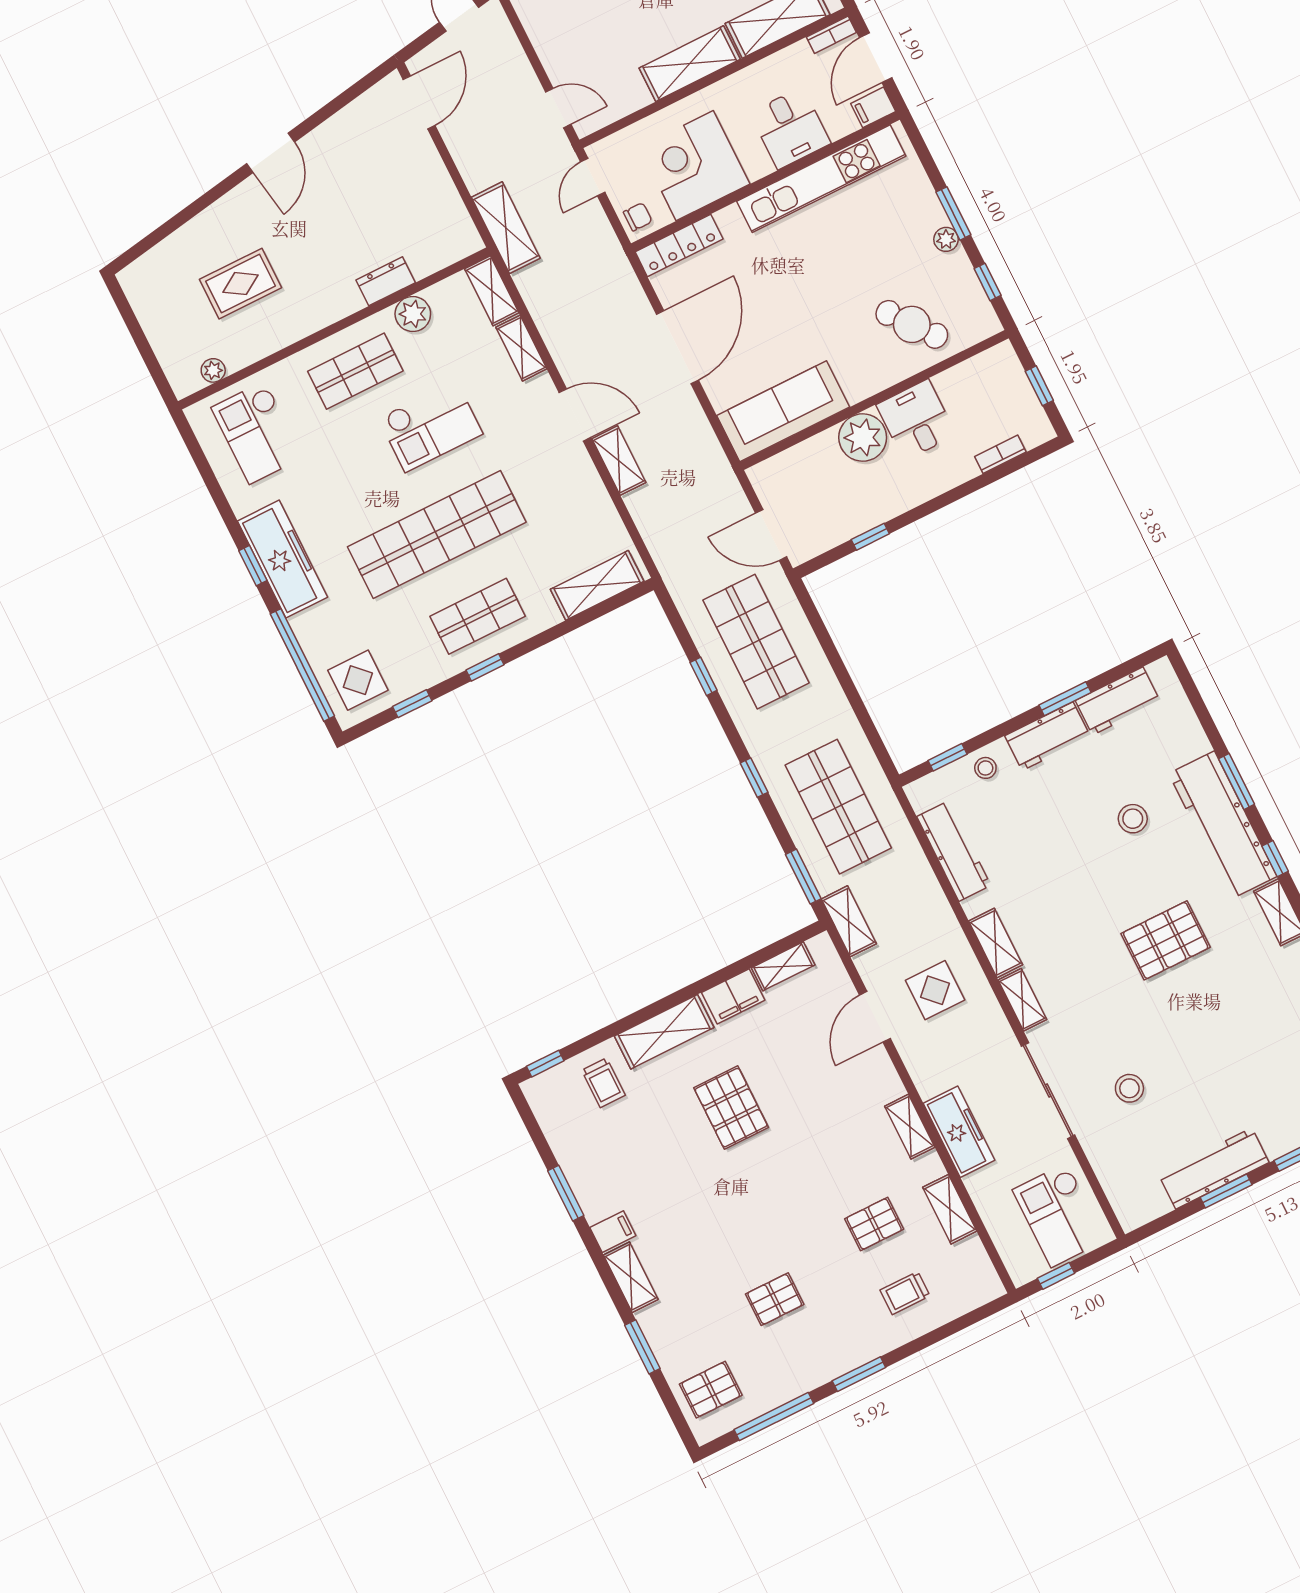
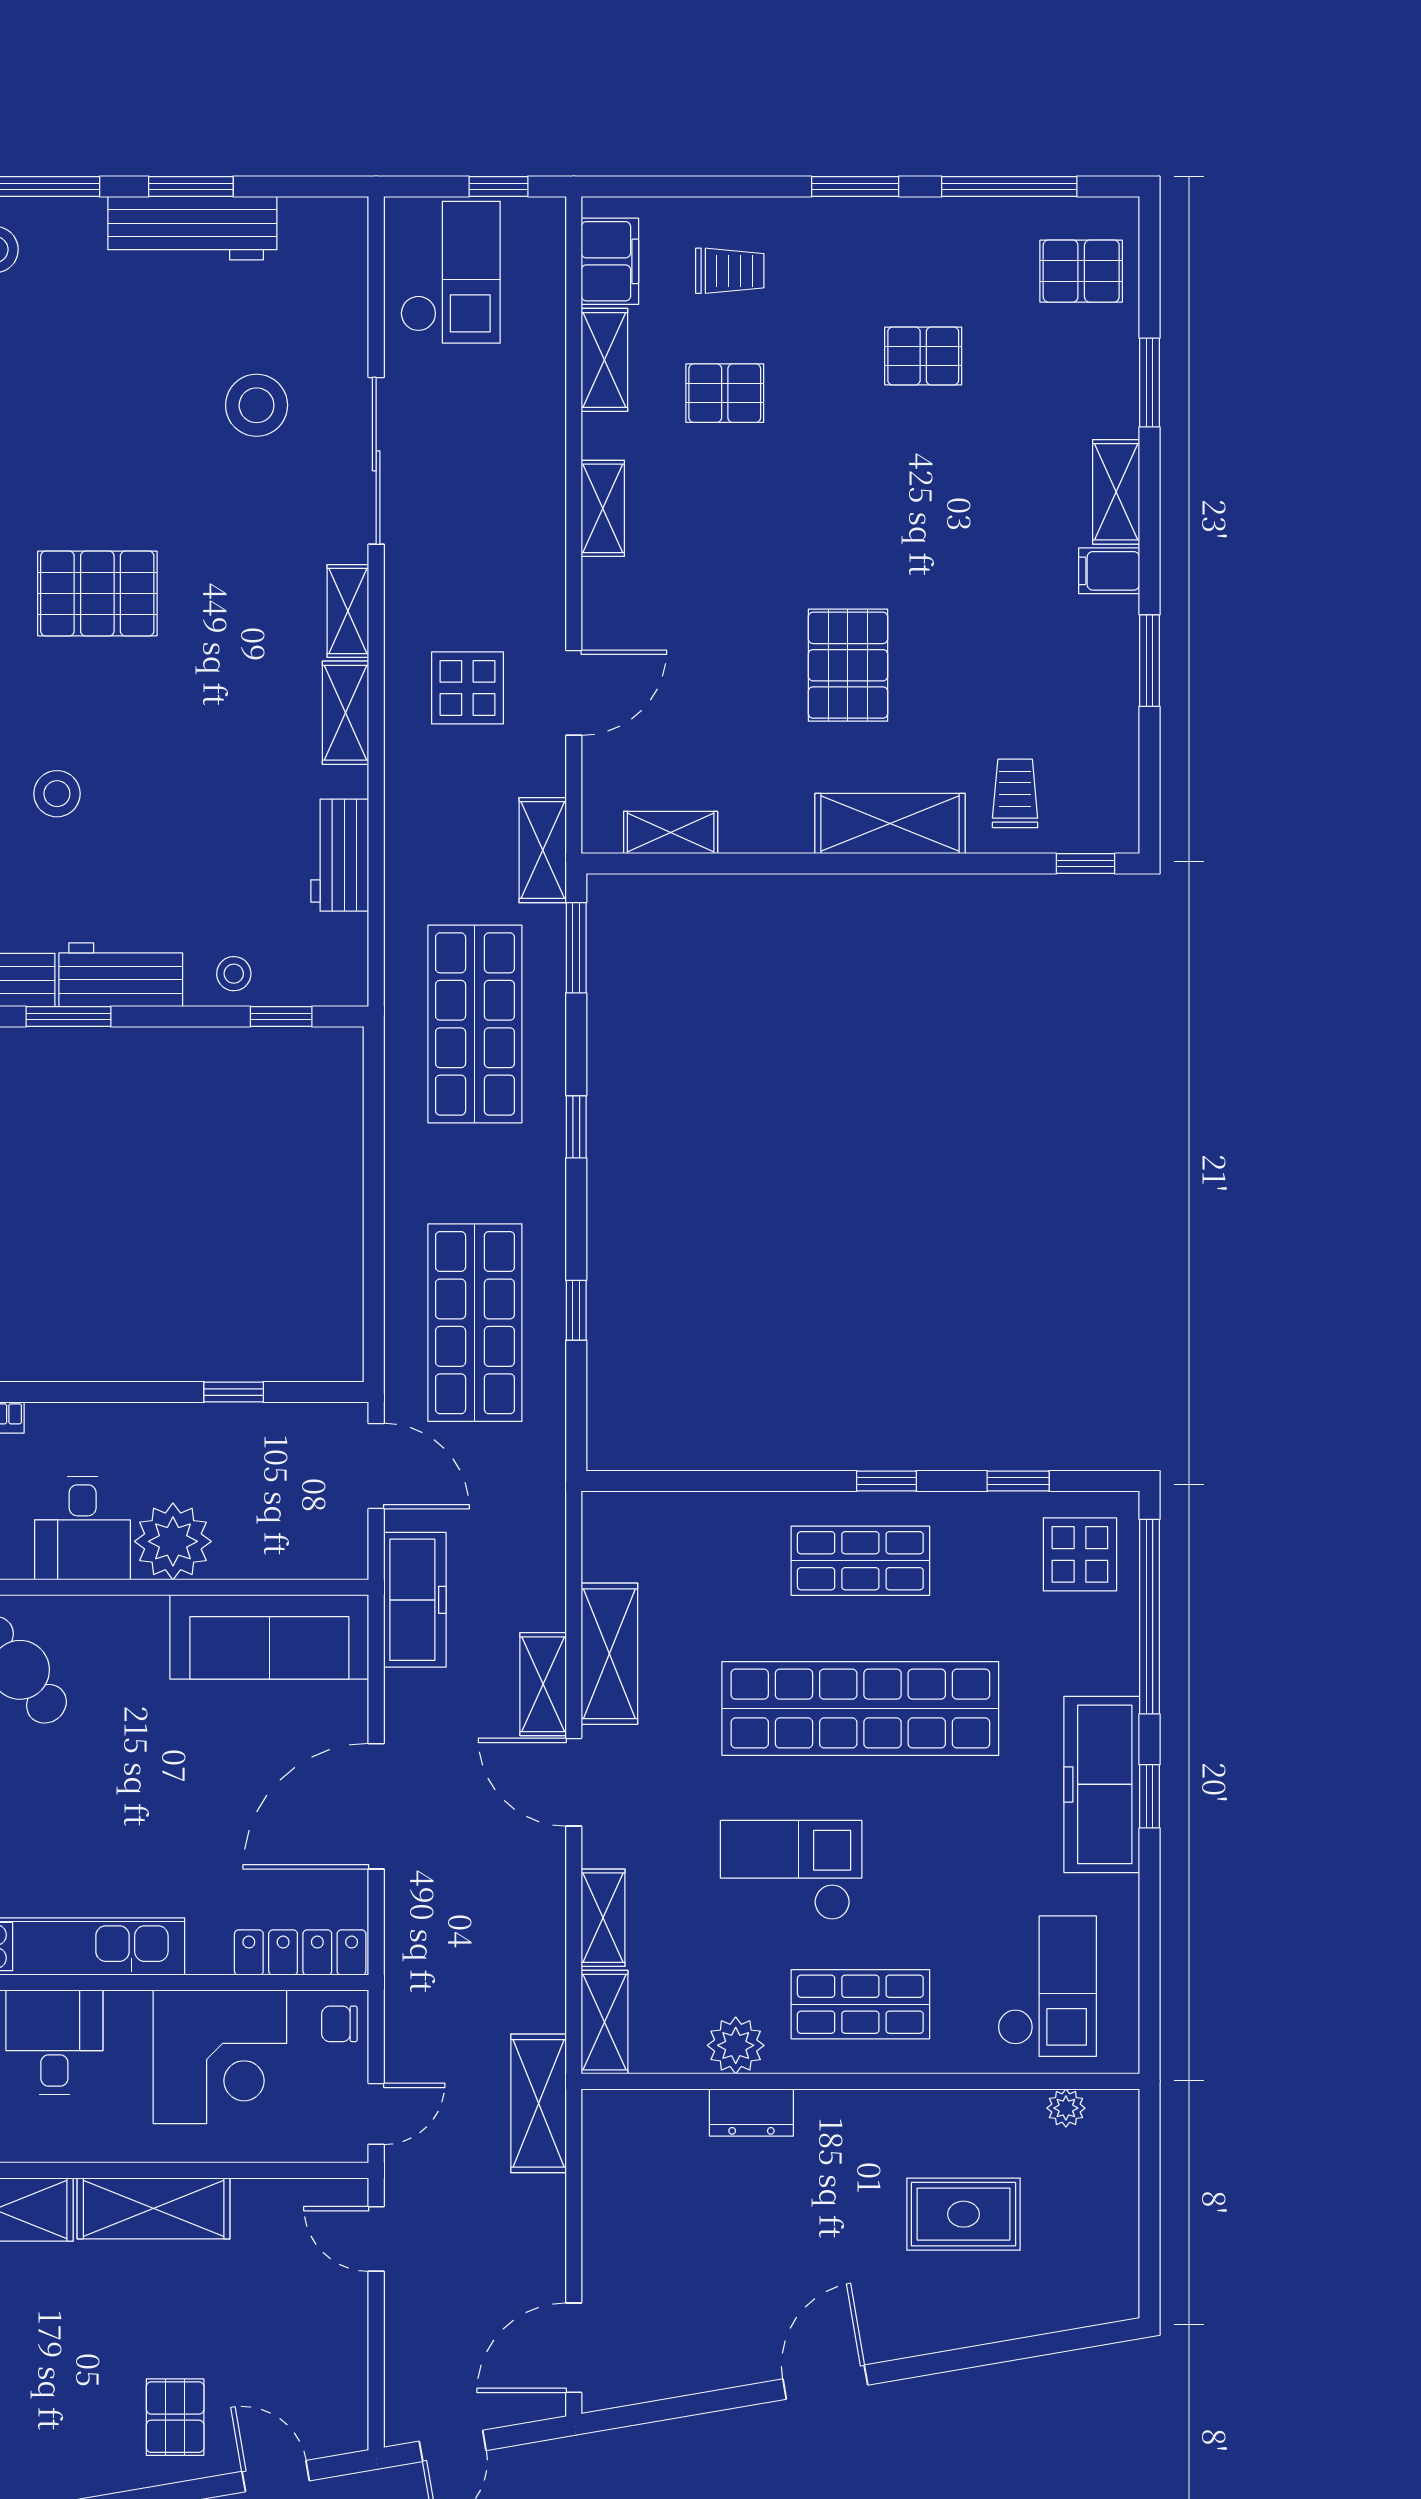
shelving: (597, 585) -> (609, 1654), moved, turned 90
workbench: (954, 851) -> (340, 855), width x0.73
filing cabinet: (733, 996) -> (610, 261), moved, turned 90
stool: (1129, 1088) -> (257, 405), width x1.38, depth x1.38
freezer: (959, 1132) -> (415, 1600), moved, turned 180

